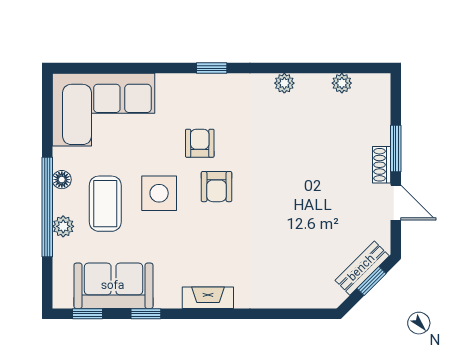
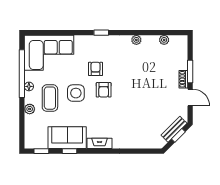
window: (47, 207) -> (22, 74), moved
sofa: (113, 286) -> (67, 138), moved

